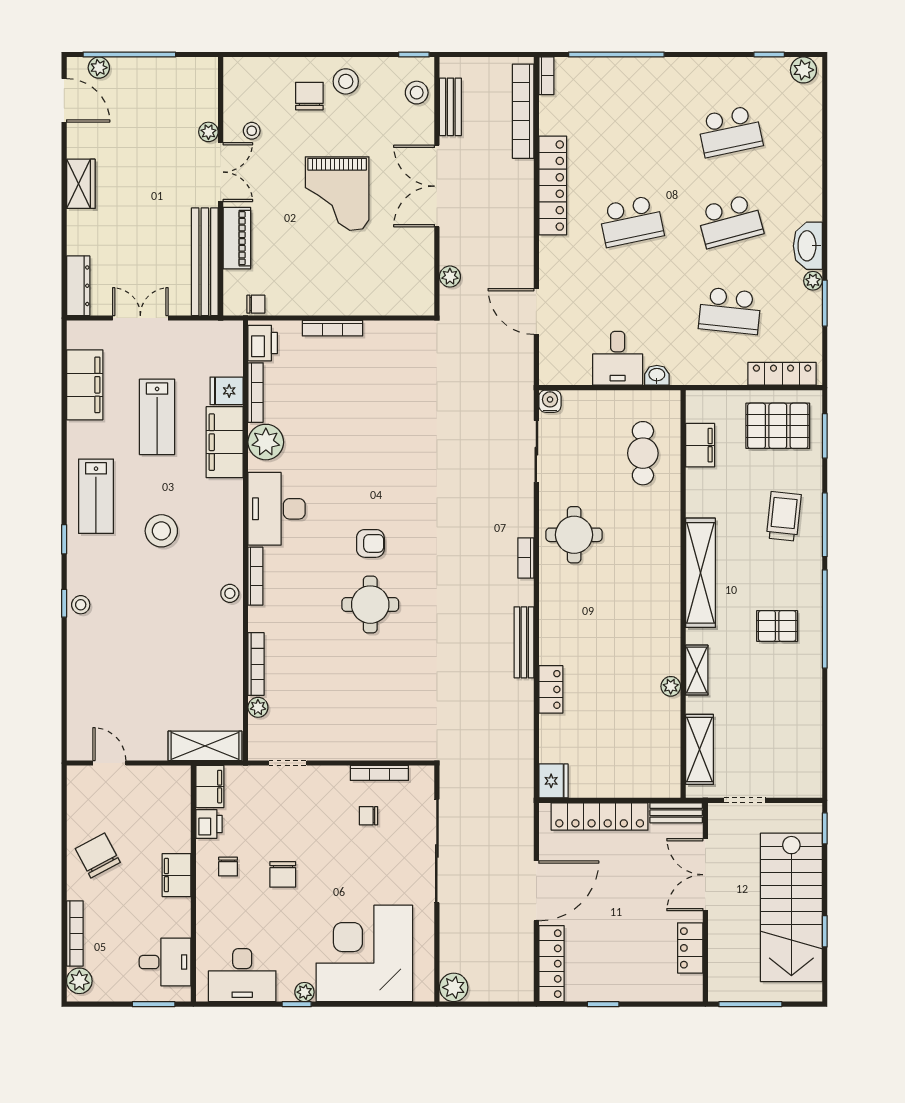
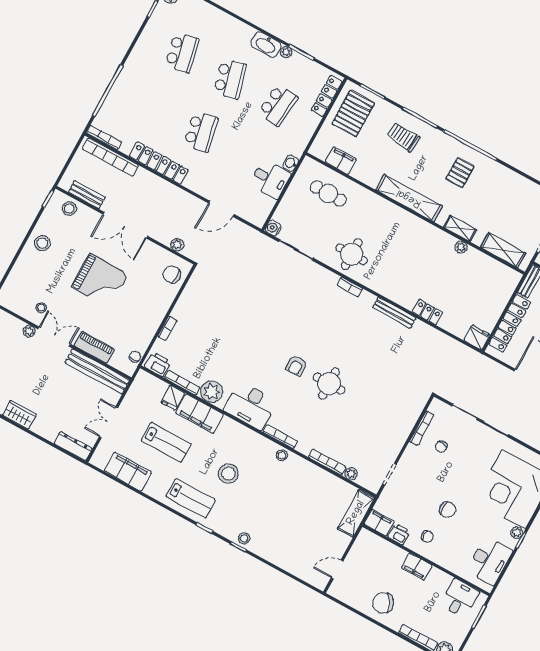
bookcase: (546, 76) -> (104, 137), width x1.56
chair: (309, 96) -> (172, 274), moved
bookcase: (333, 328) -> (167, 328), width x0.64
armchair: (370, 543) -> (296, 366), turned 180

